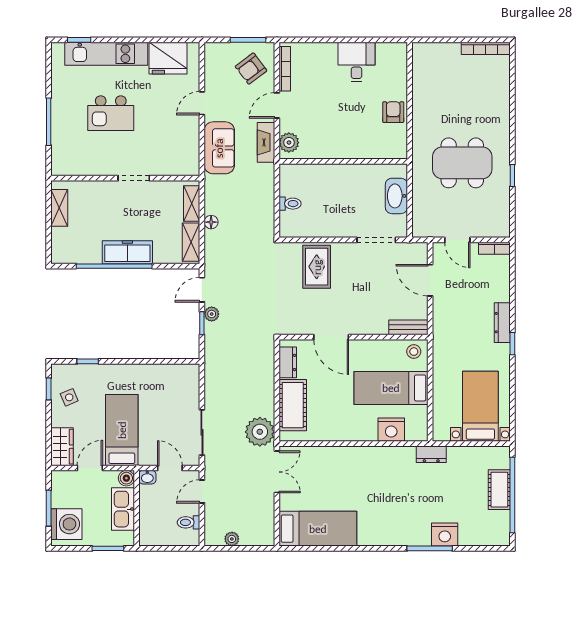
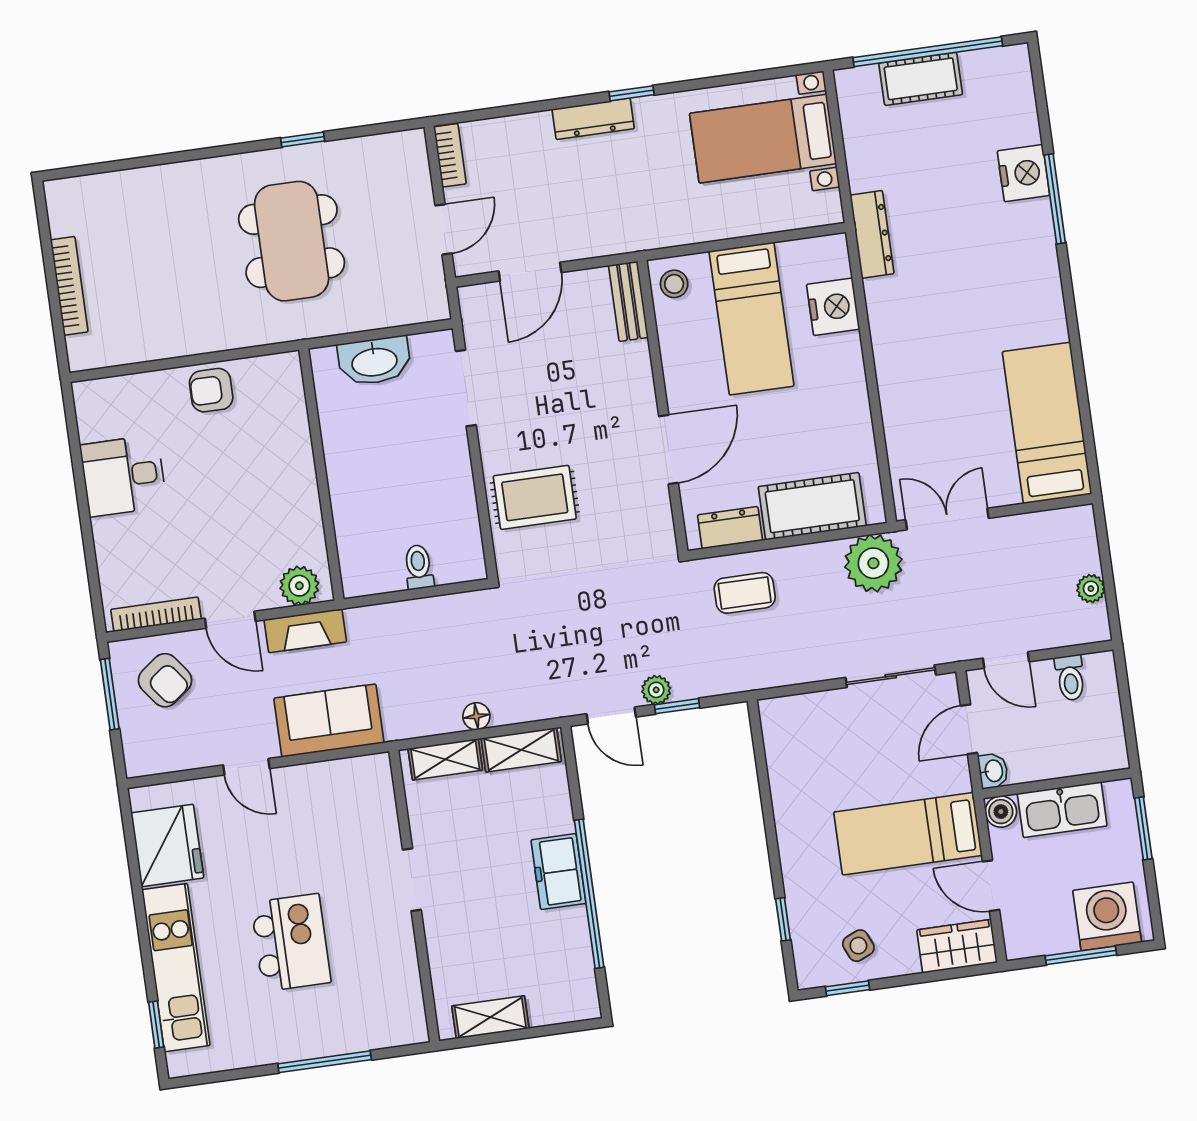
bookcase: (486, 48) -> (69, 286), moved
freezer: (127, 252) -> (558, 872), width x0.71
coffee table: (254, 365) -> (745, 593), added
dresser: (431, 454) -> (872, 234), width x1.44

